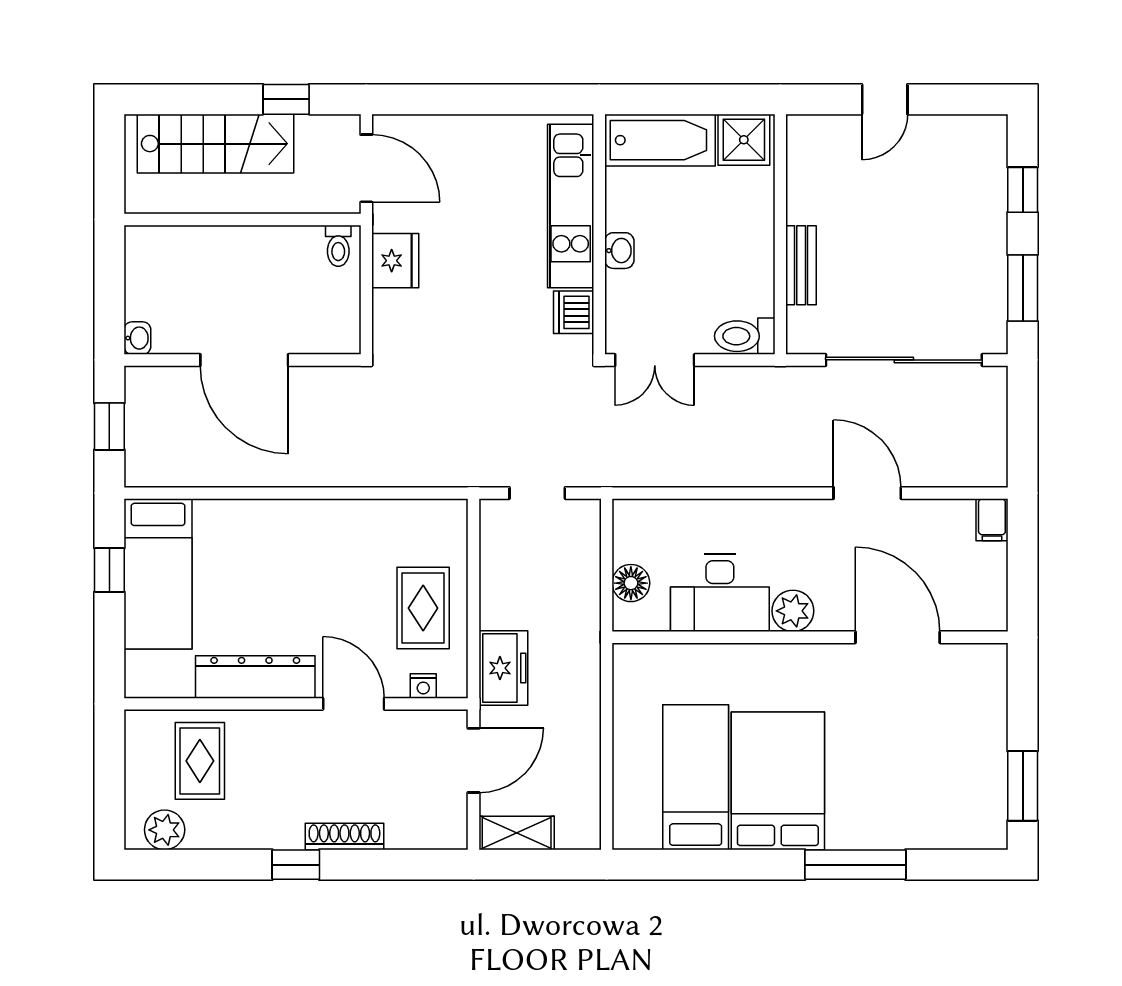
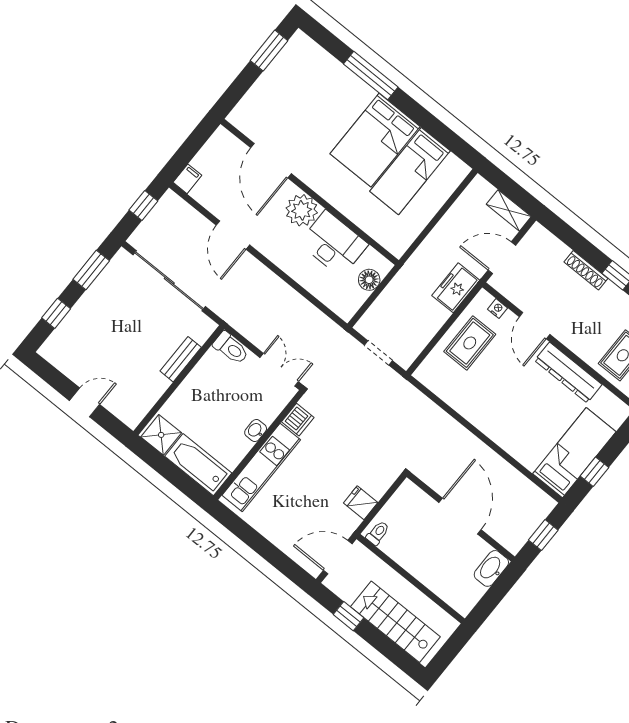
door: (366, 168) -> (338, 557), hinge flipped
fridge: (395, 261) -> (361, 503), width x0.72
washbasin: (137, 338) -> (491, 568), width x1.91, depth x1.45
window: (1023, 434) -> (143, 206), added
plant: (793, 611) -> (302, 210), width x1.36, depth x1.36

